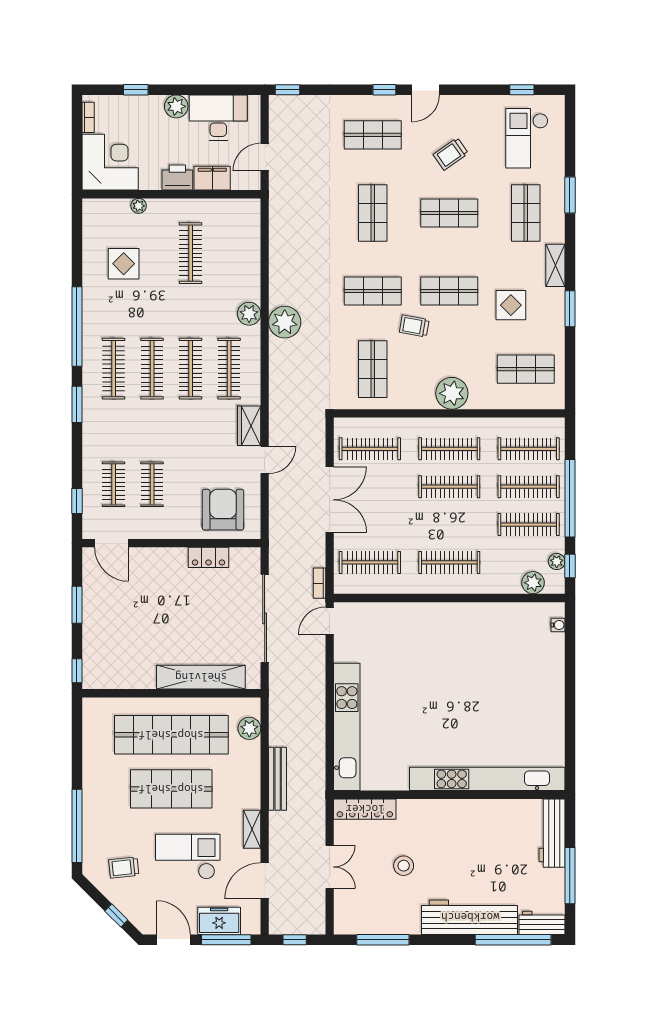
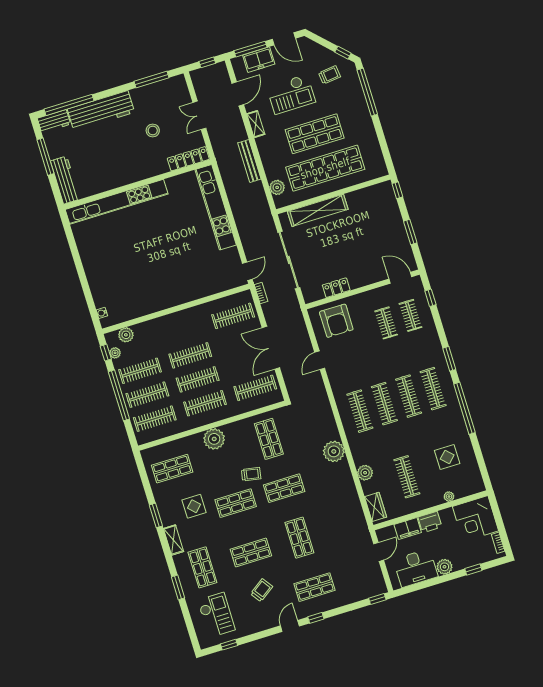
plant: (249, 314) -> (365, 473), moved
wardrobe: (249, 426) -> (376, 507), moved
clothes rail: (449, 562) -> (190, 355), moved
window: (116, 916) -> (343, 53), moved

